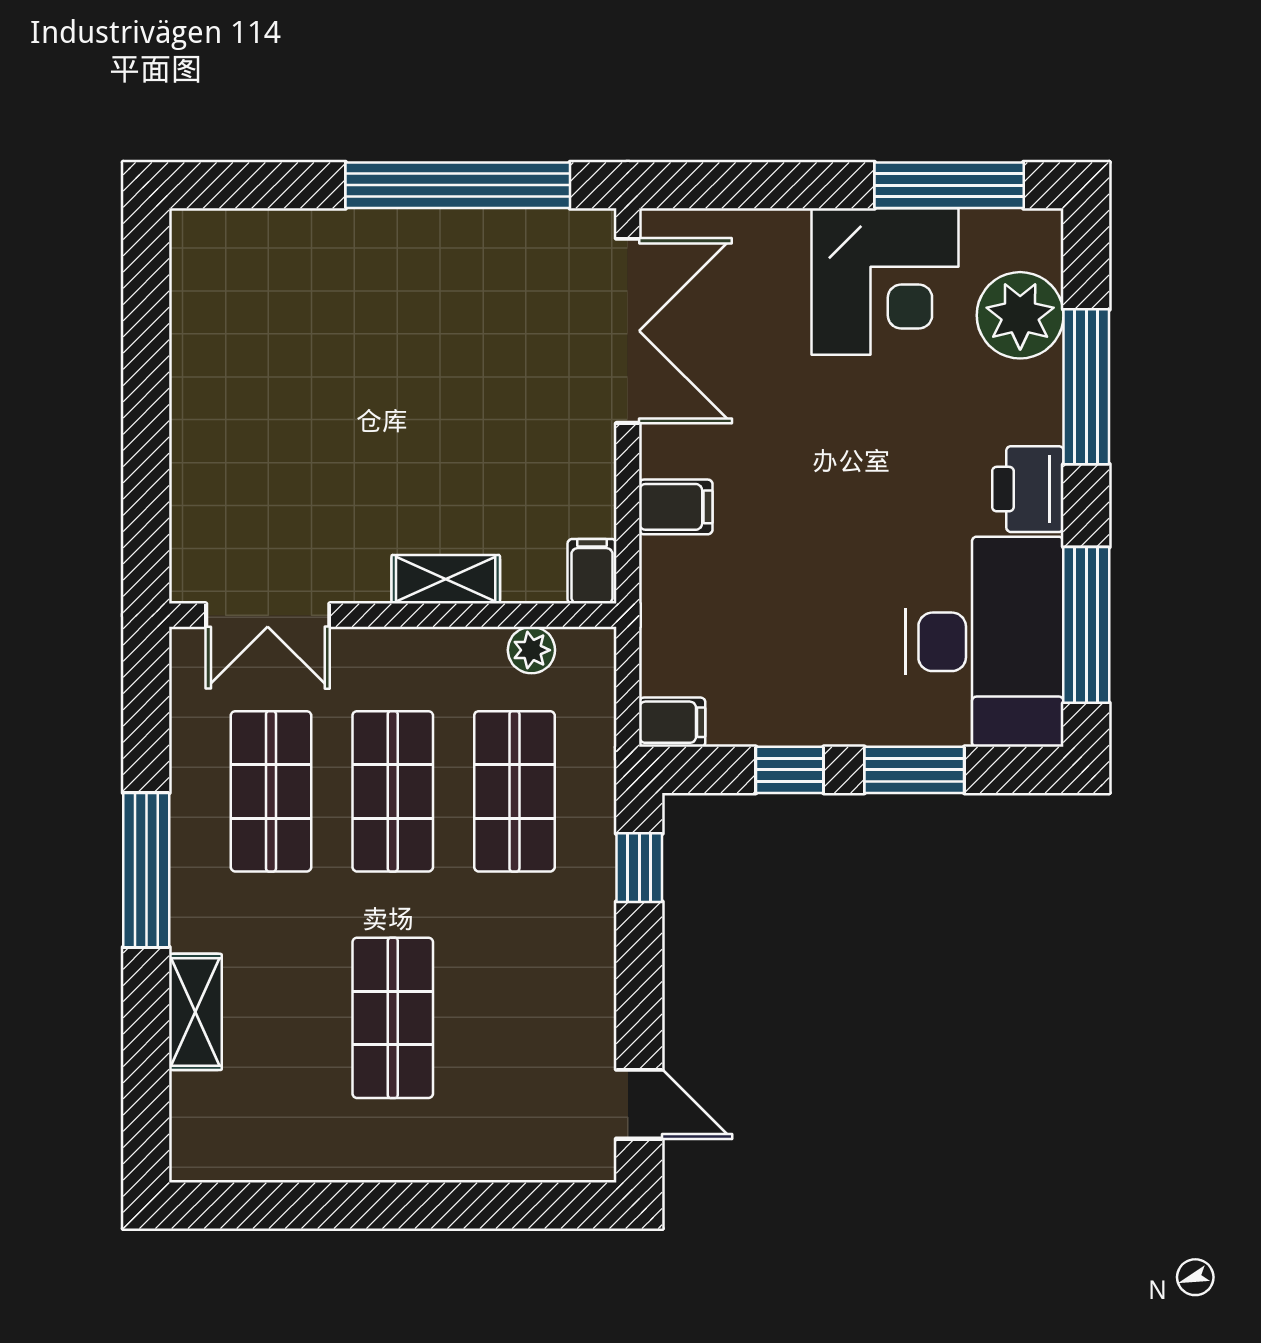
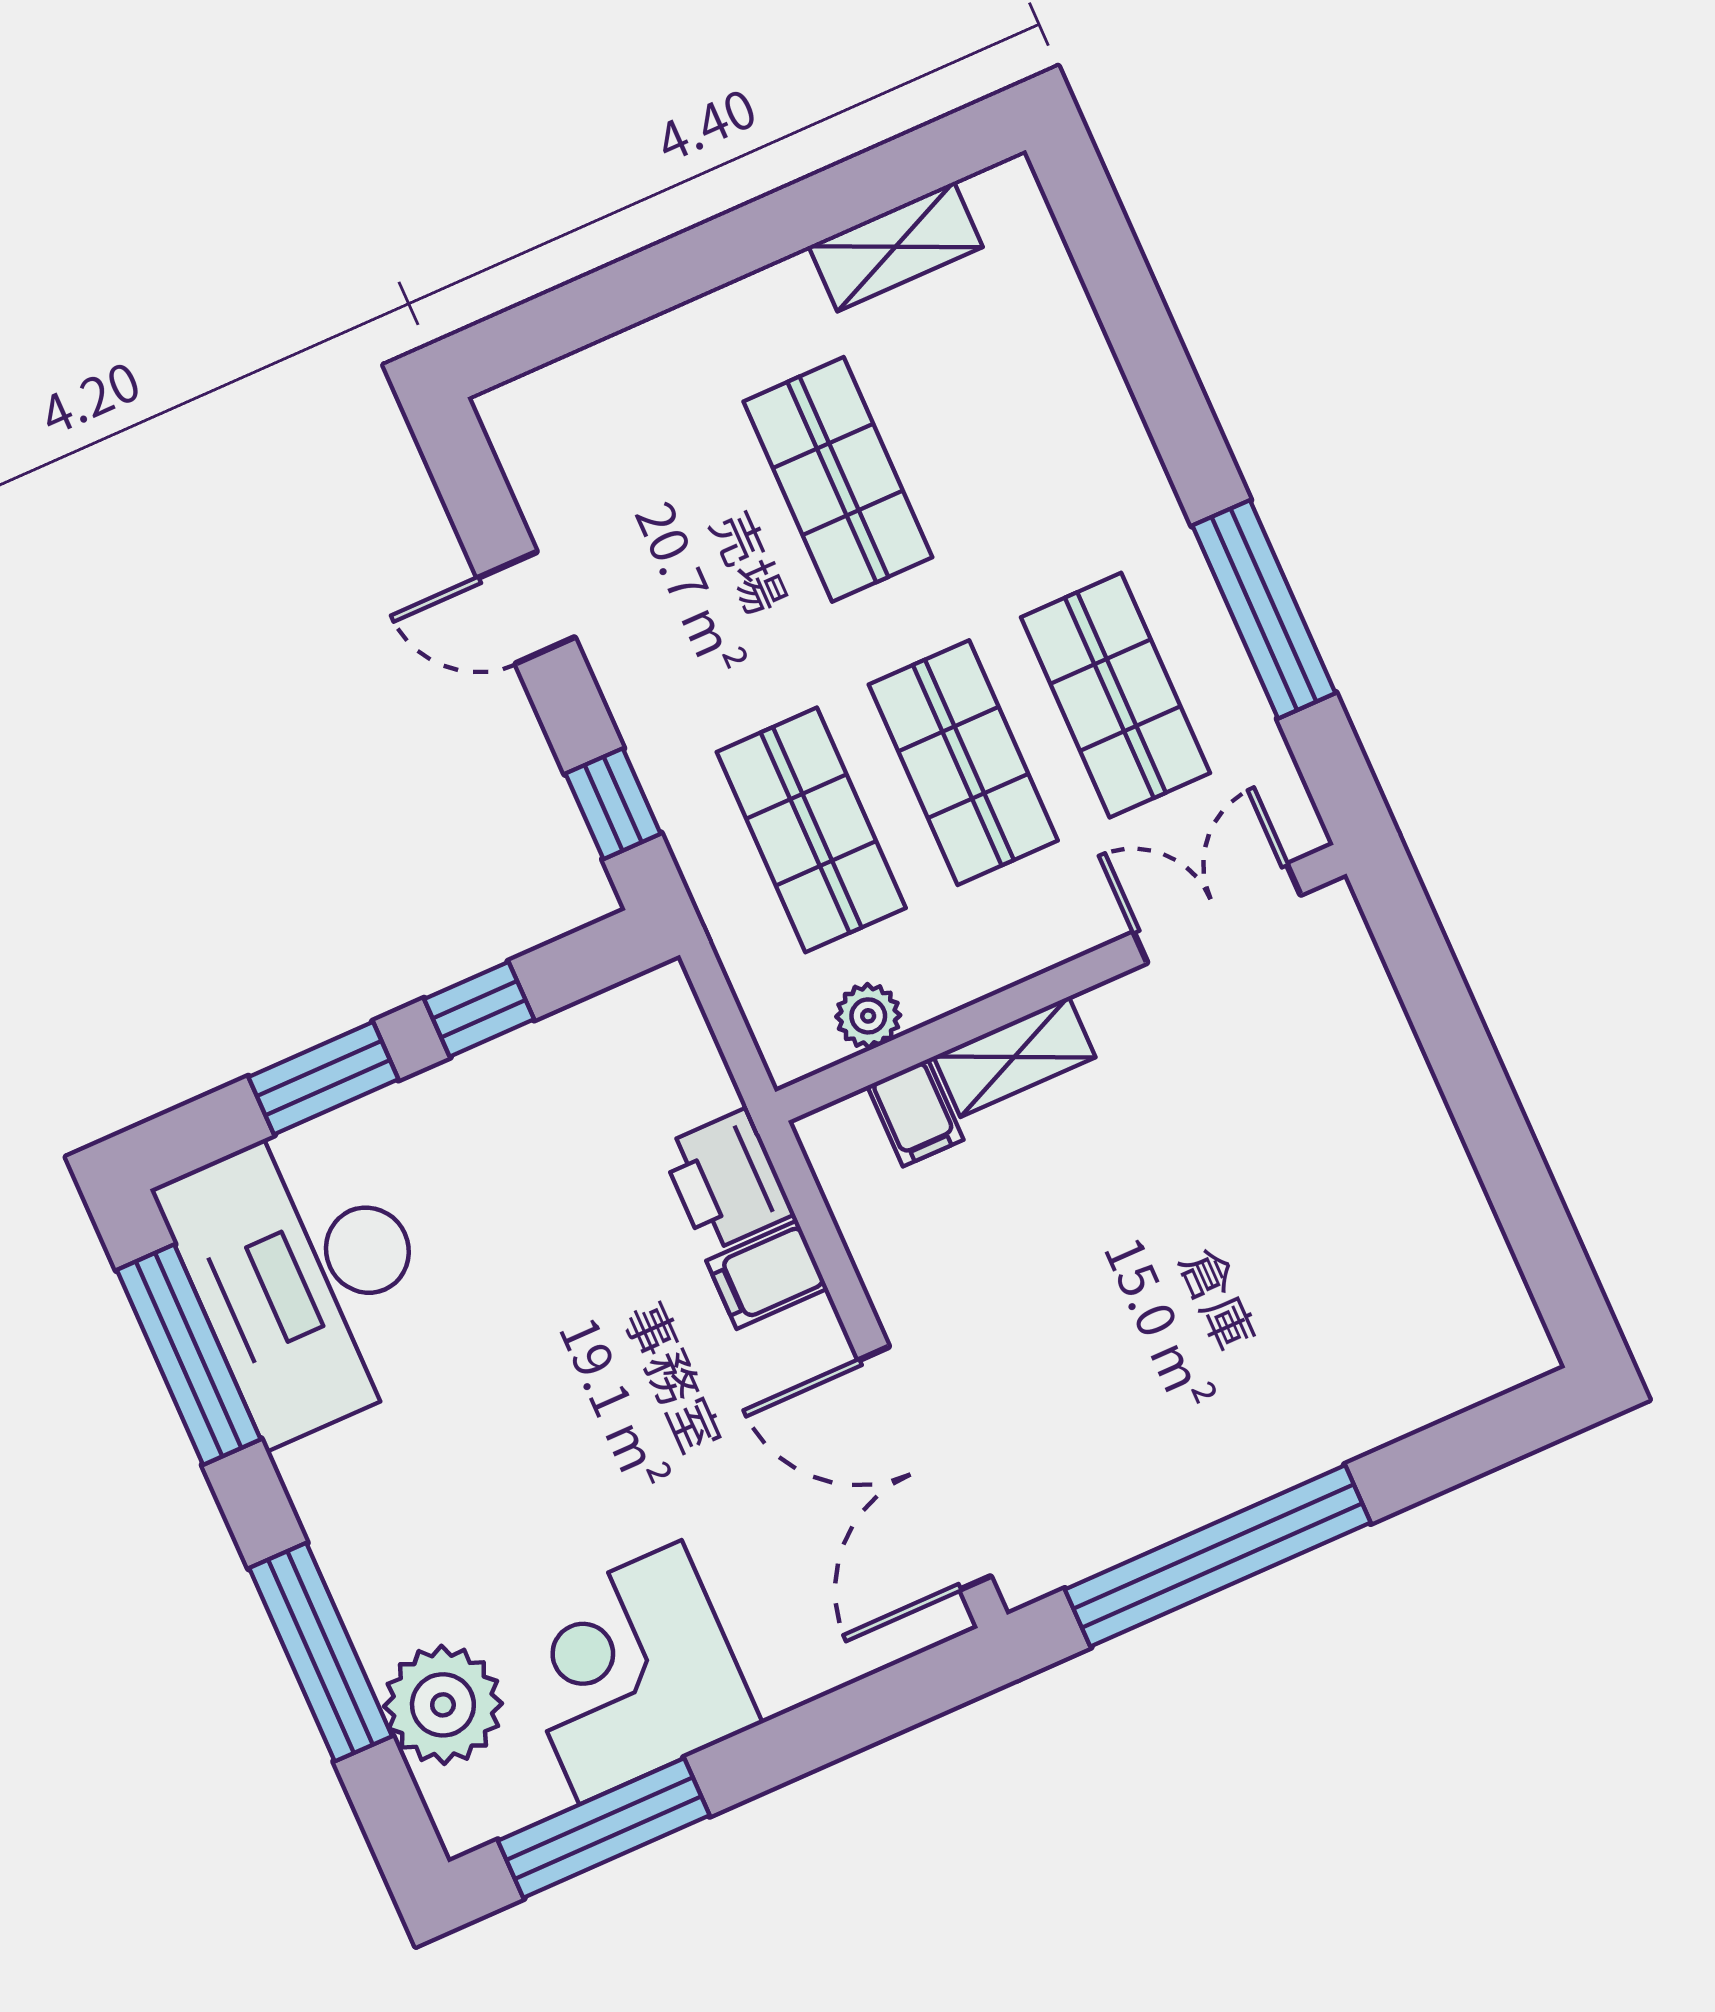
printer: (1028, 489) -> (727, 1180), moved, turned 180
filing cabinet: (592, 571) -> (915, 1113), moved
filing cabinet: (672, 722) -> (652, 1004), removed
window: (146, 870) -> (1264, 609), moved
shelving: (195, 1012) -> (896, 247), moved, turned 90
door: (639, 1104) -> (526, 608), moved

